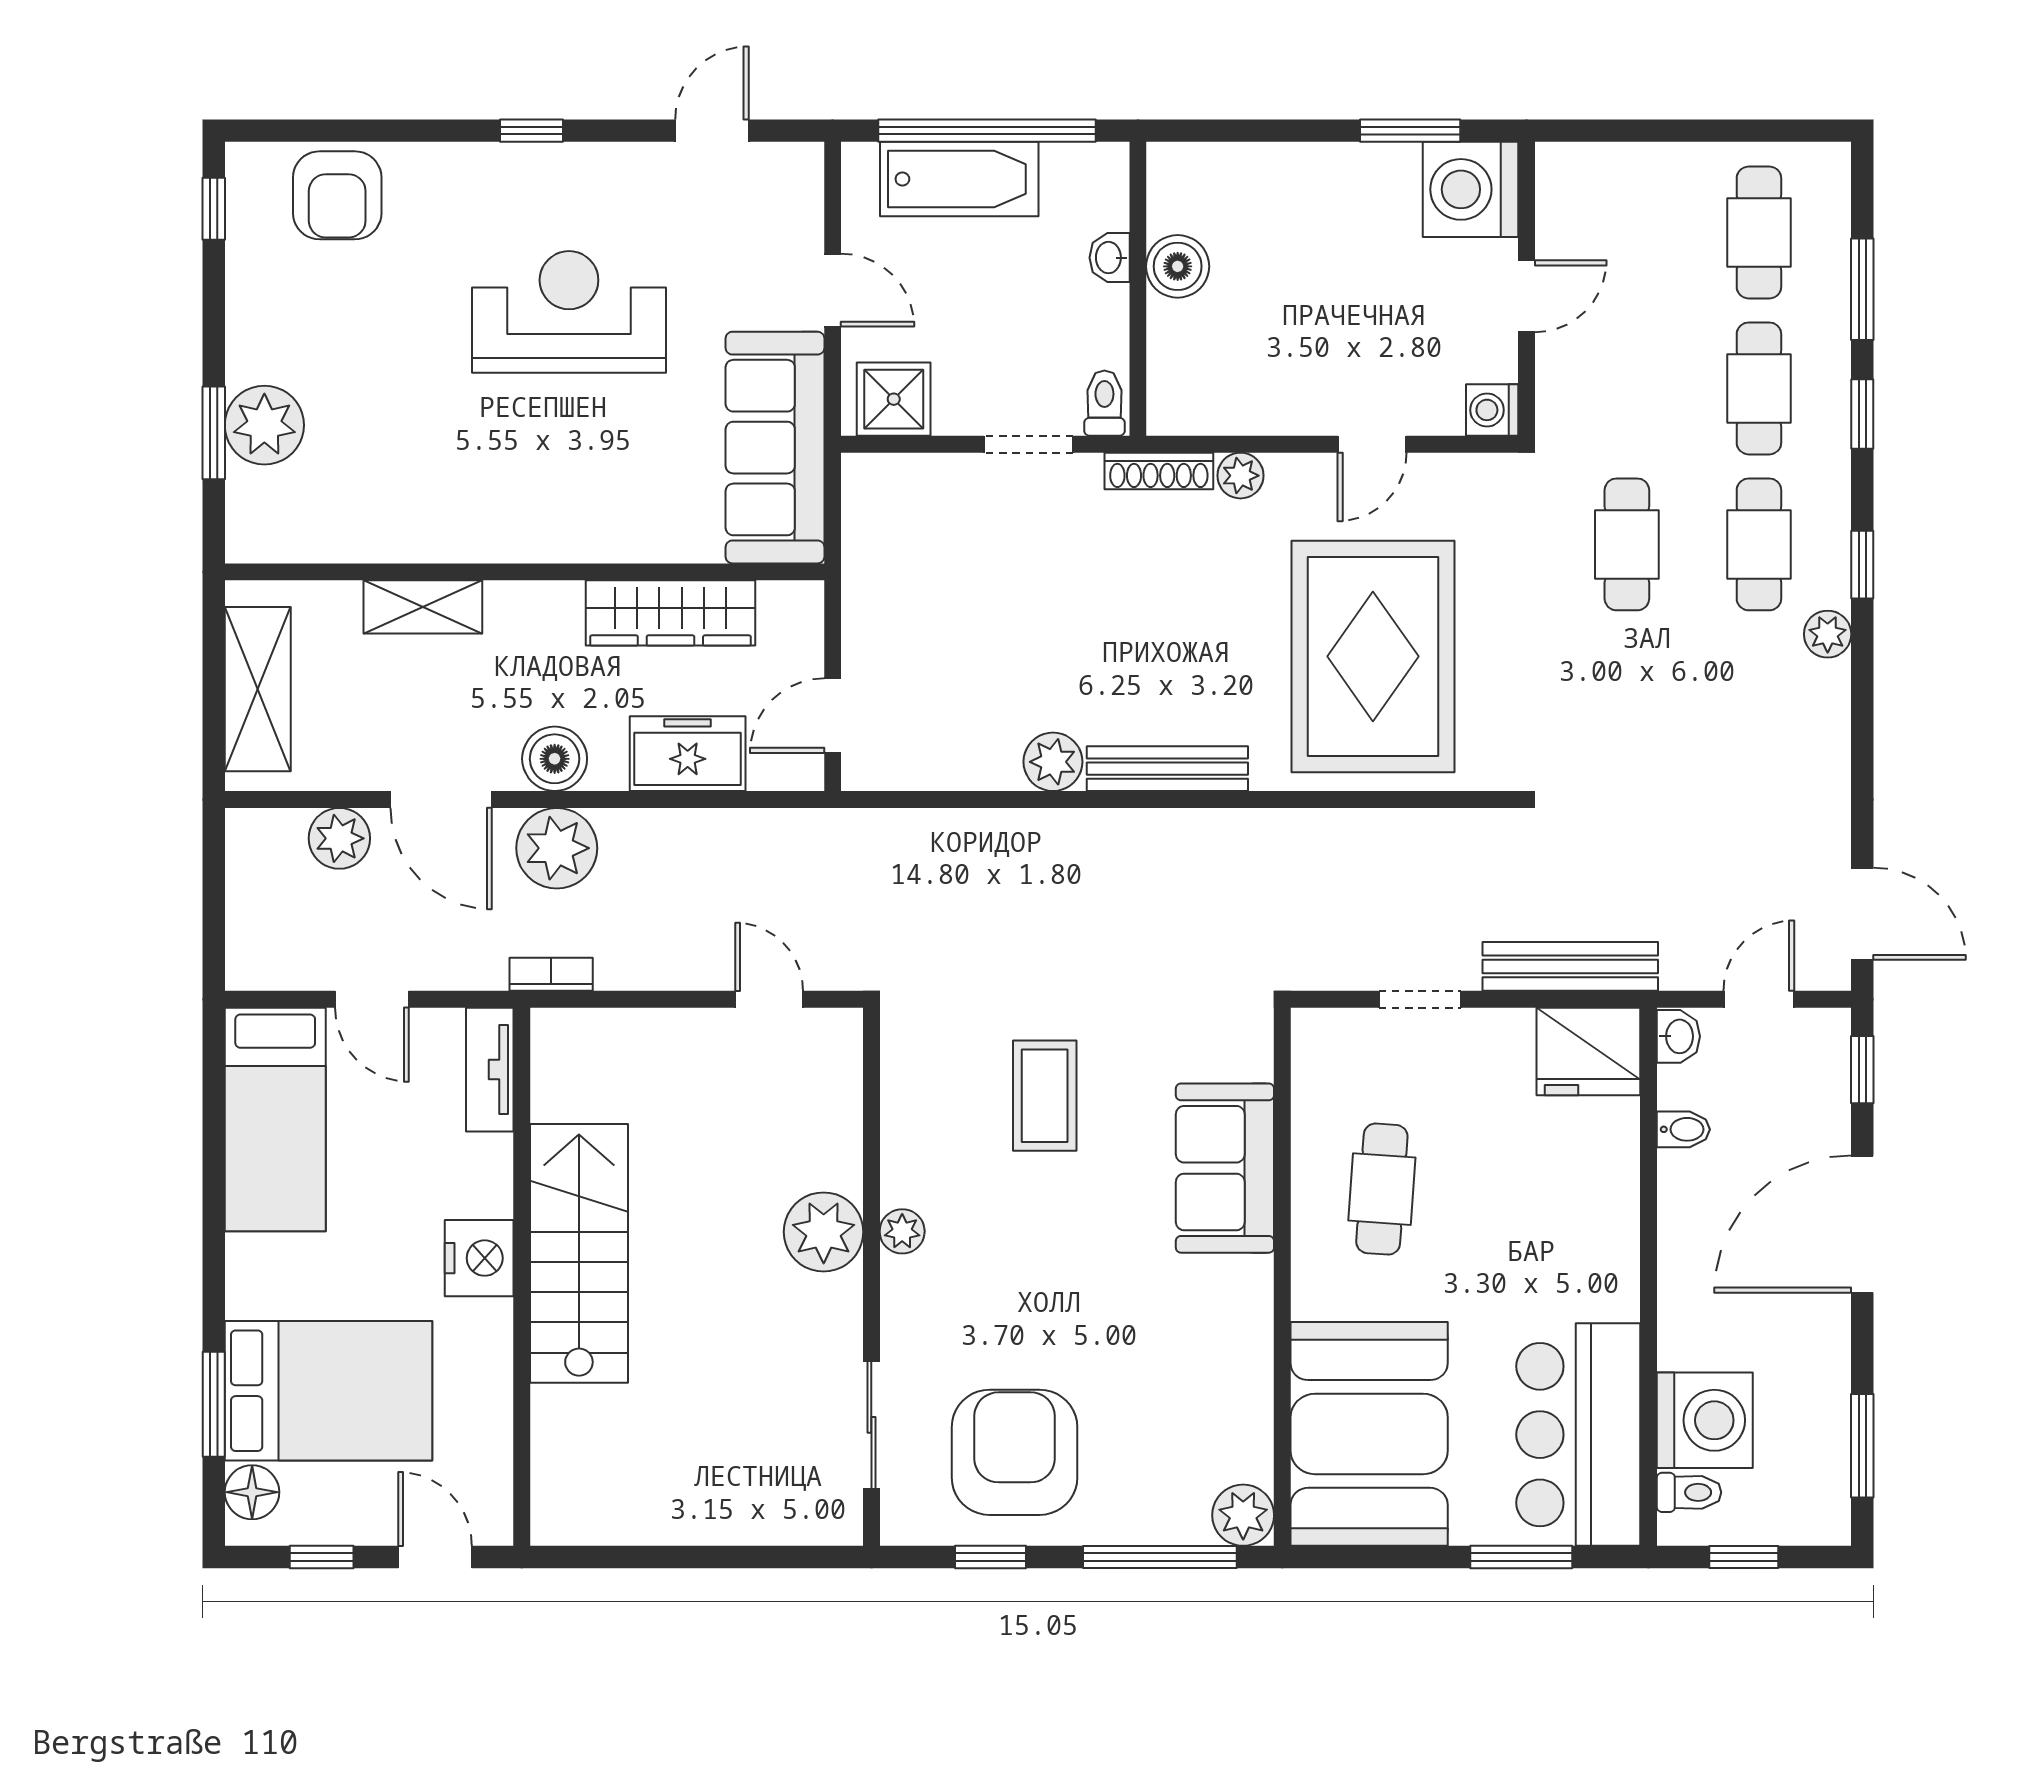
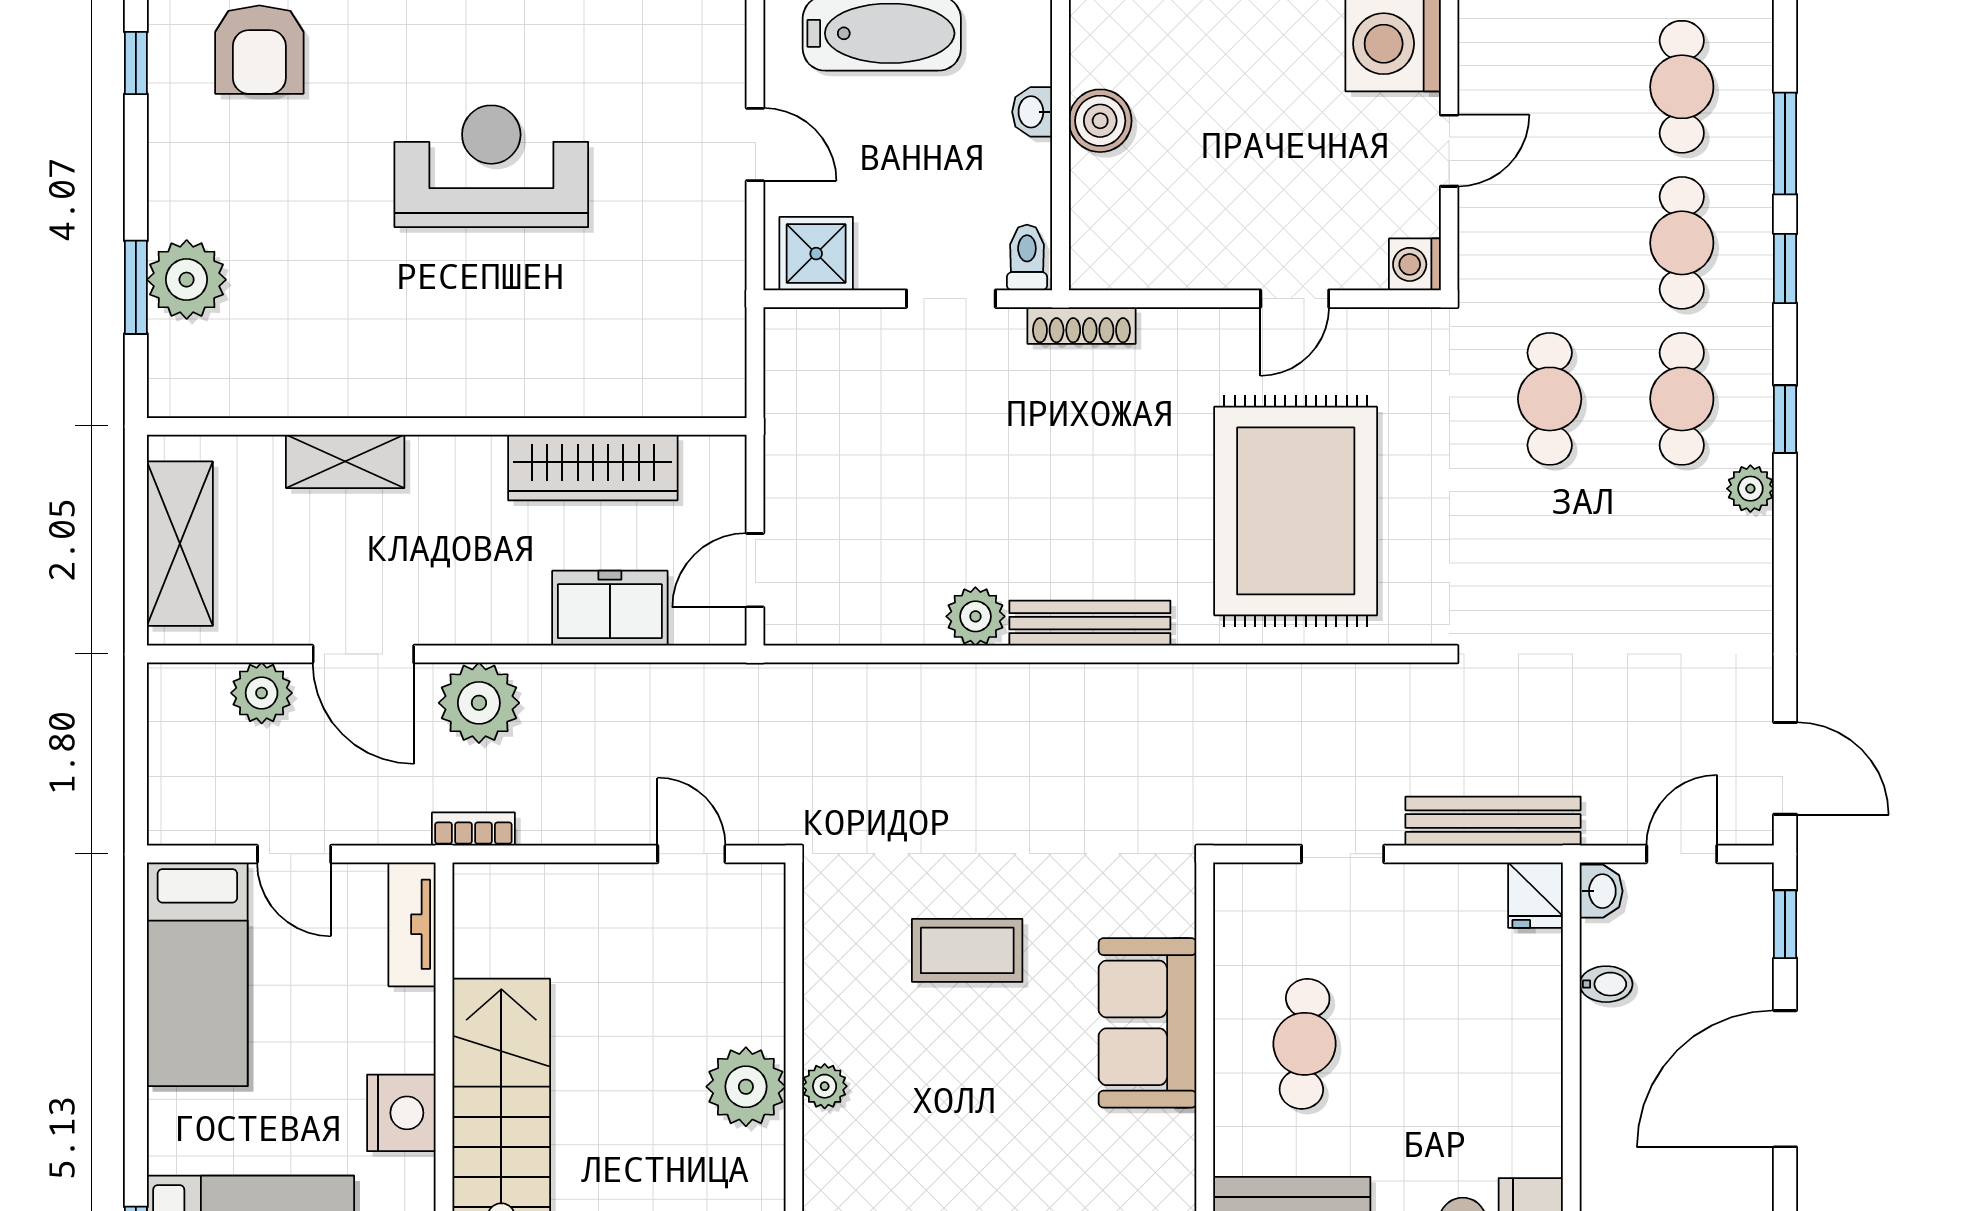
sofa: (775, 448) -> (697, 302), removed
plant: (1240, 476) -> (1163, 330), removed
boiler: (555, 759) -> (477, 613), removed
fridge: (1588, 1051) -> (1536, 895), width x0.53, depth x0.75
coffee table: (1045, 1096) -> (967, 950), turned 90

